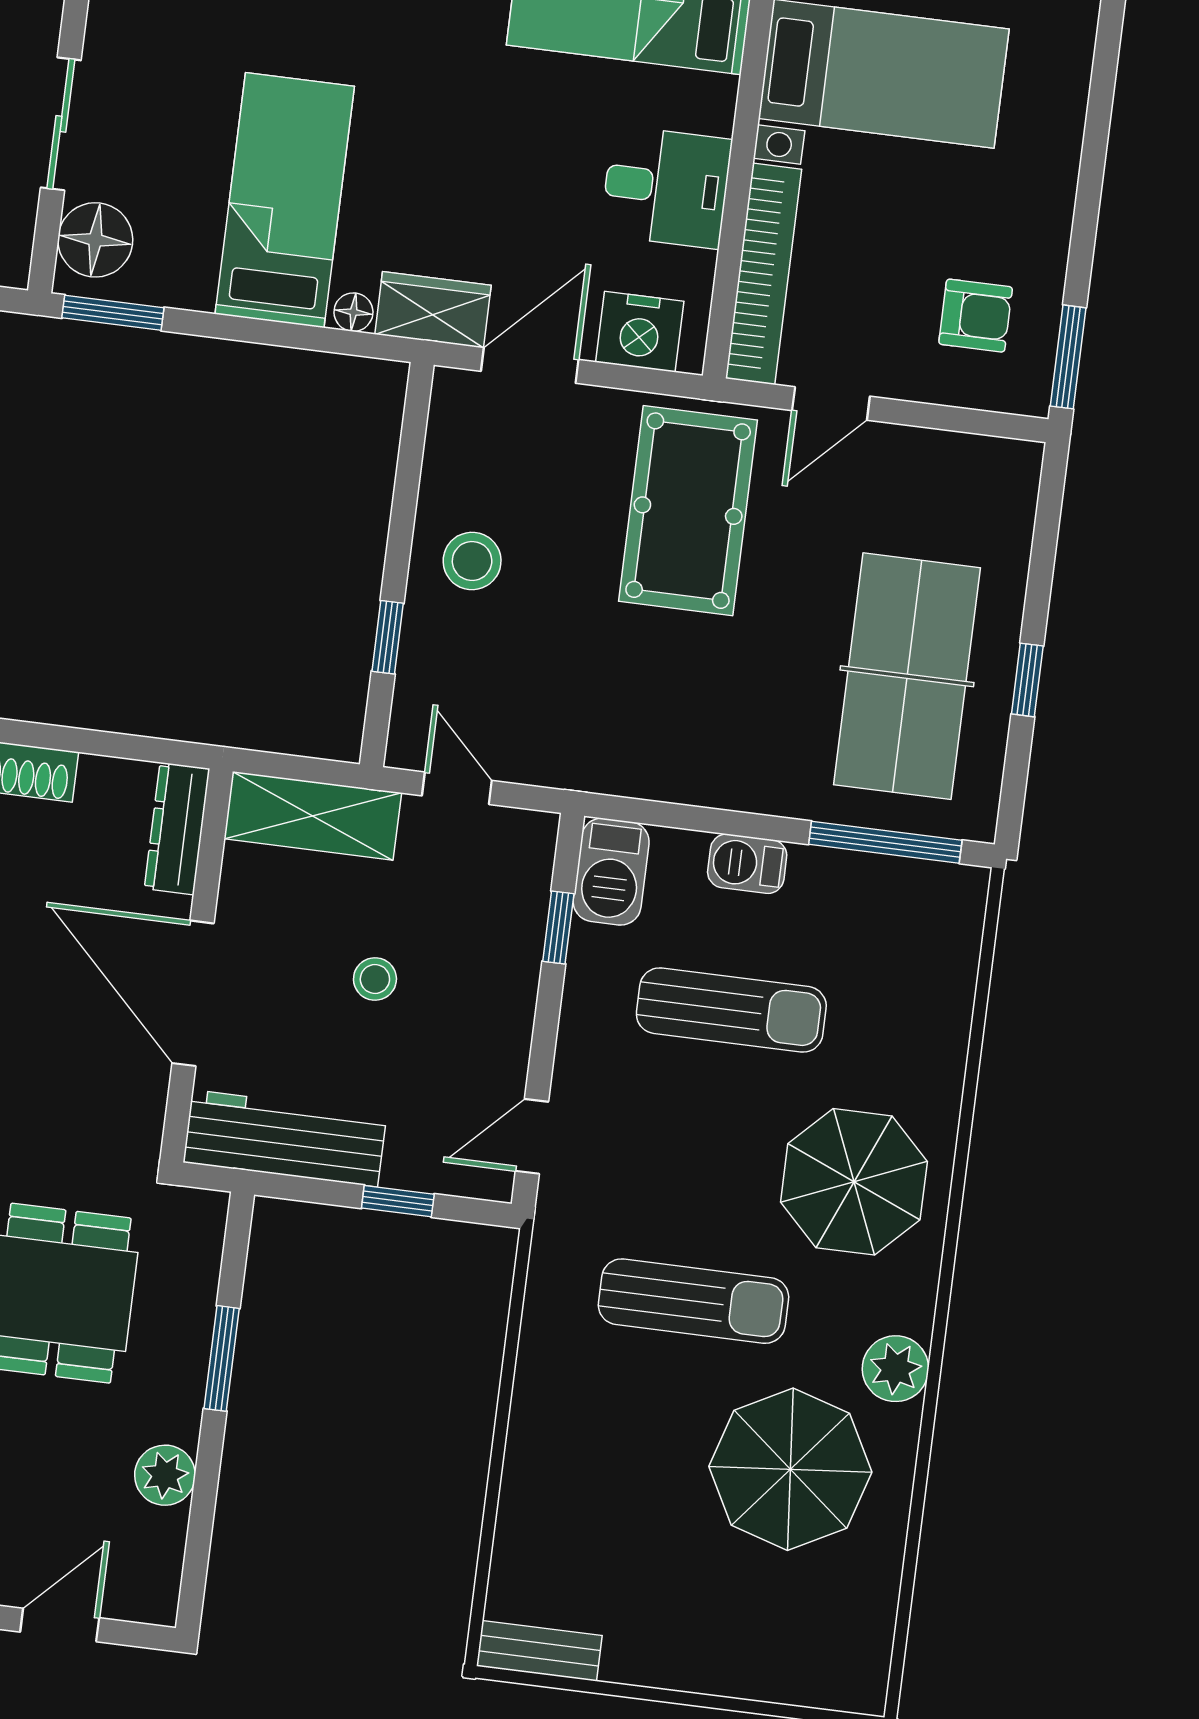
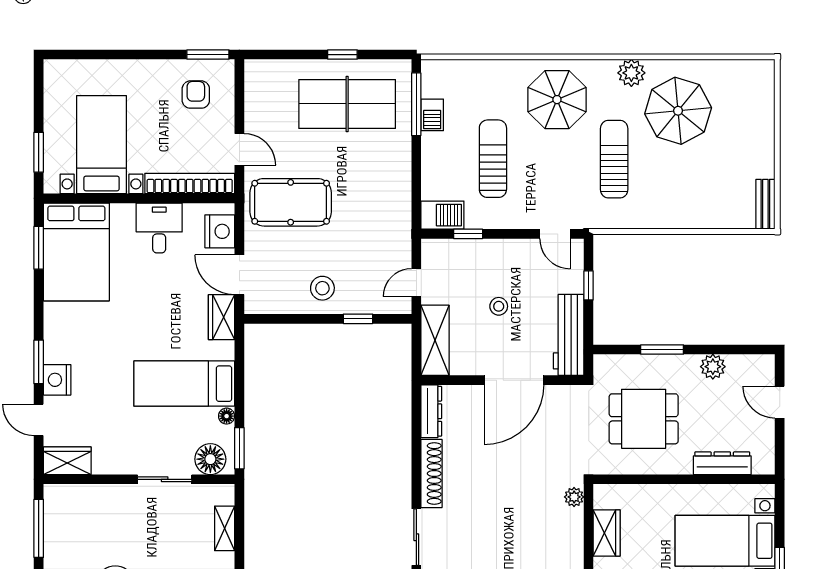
floor lamp: (353, 312) -> (227, 416), moved
dresser: (177, 829) -> (431, 411), moved, turned -90
barbecue: (747, 864) -> (432, 115), moved

